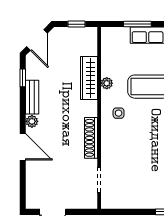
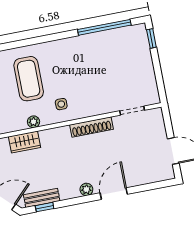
wardrobe: (89, 78) -> (25, 142), width x0.67
bench: (32, 97) -> (42, 198), moved

